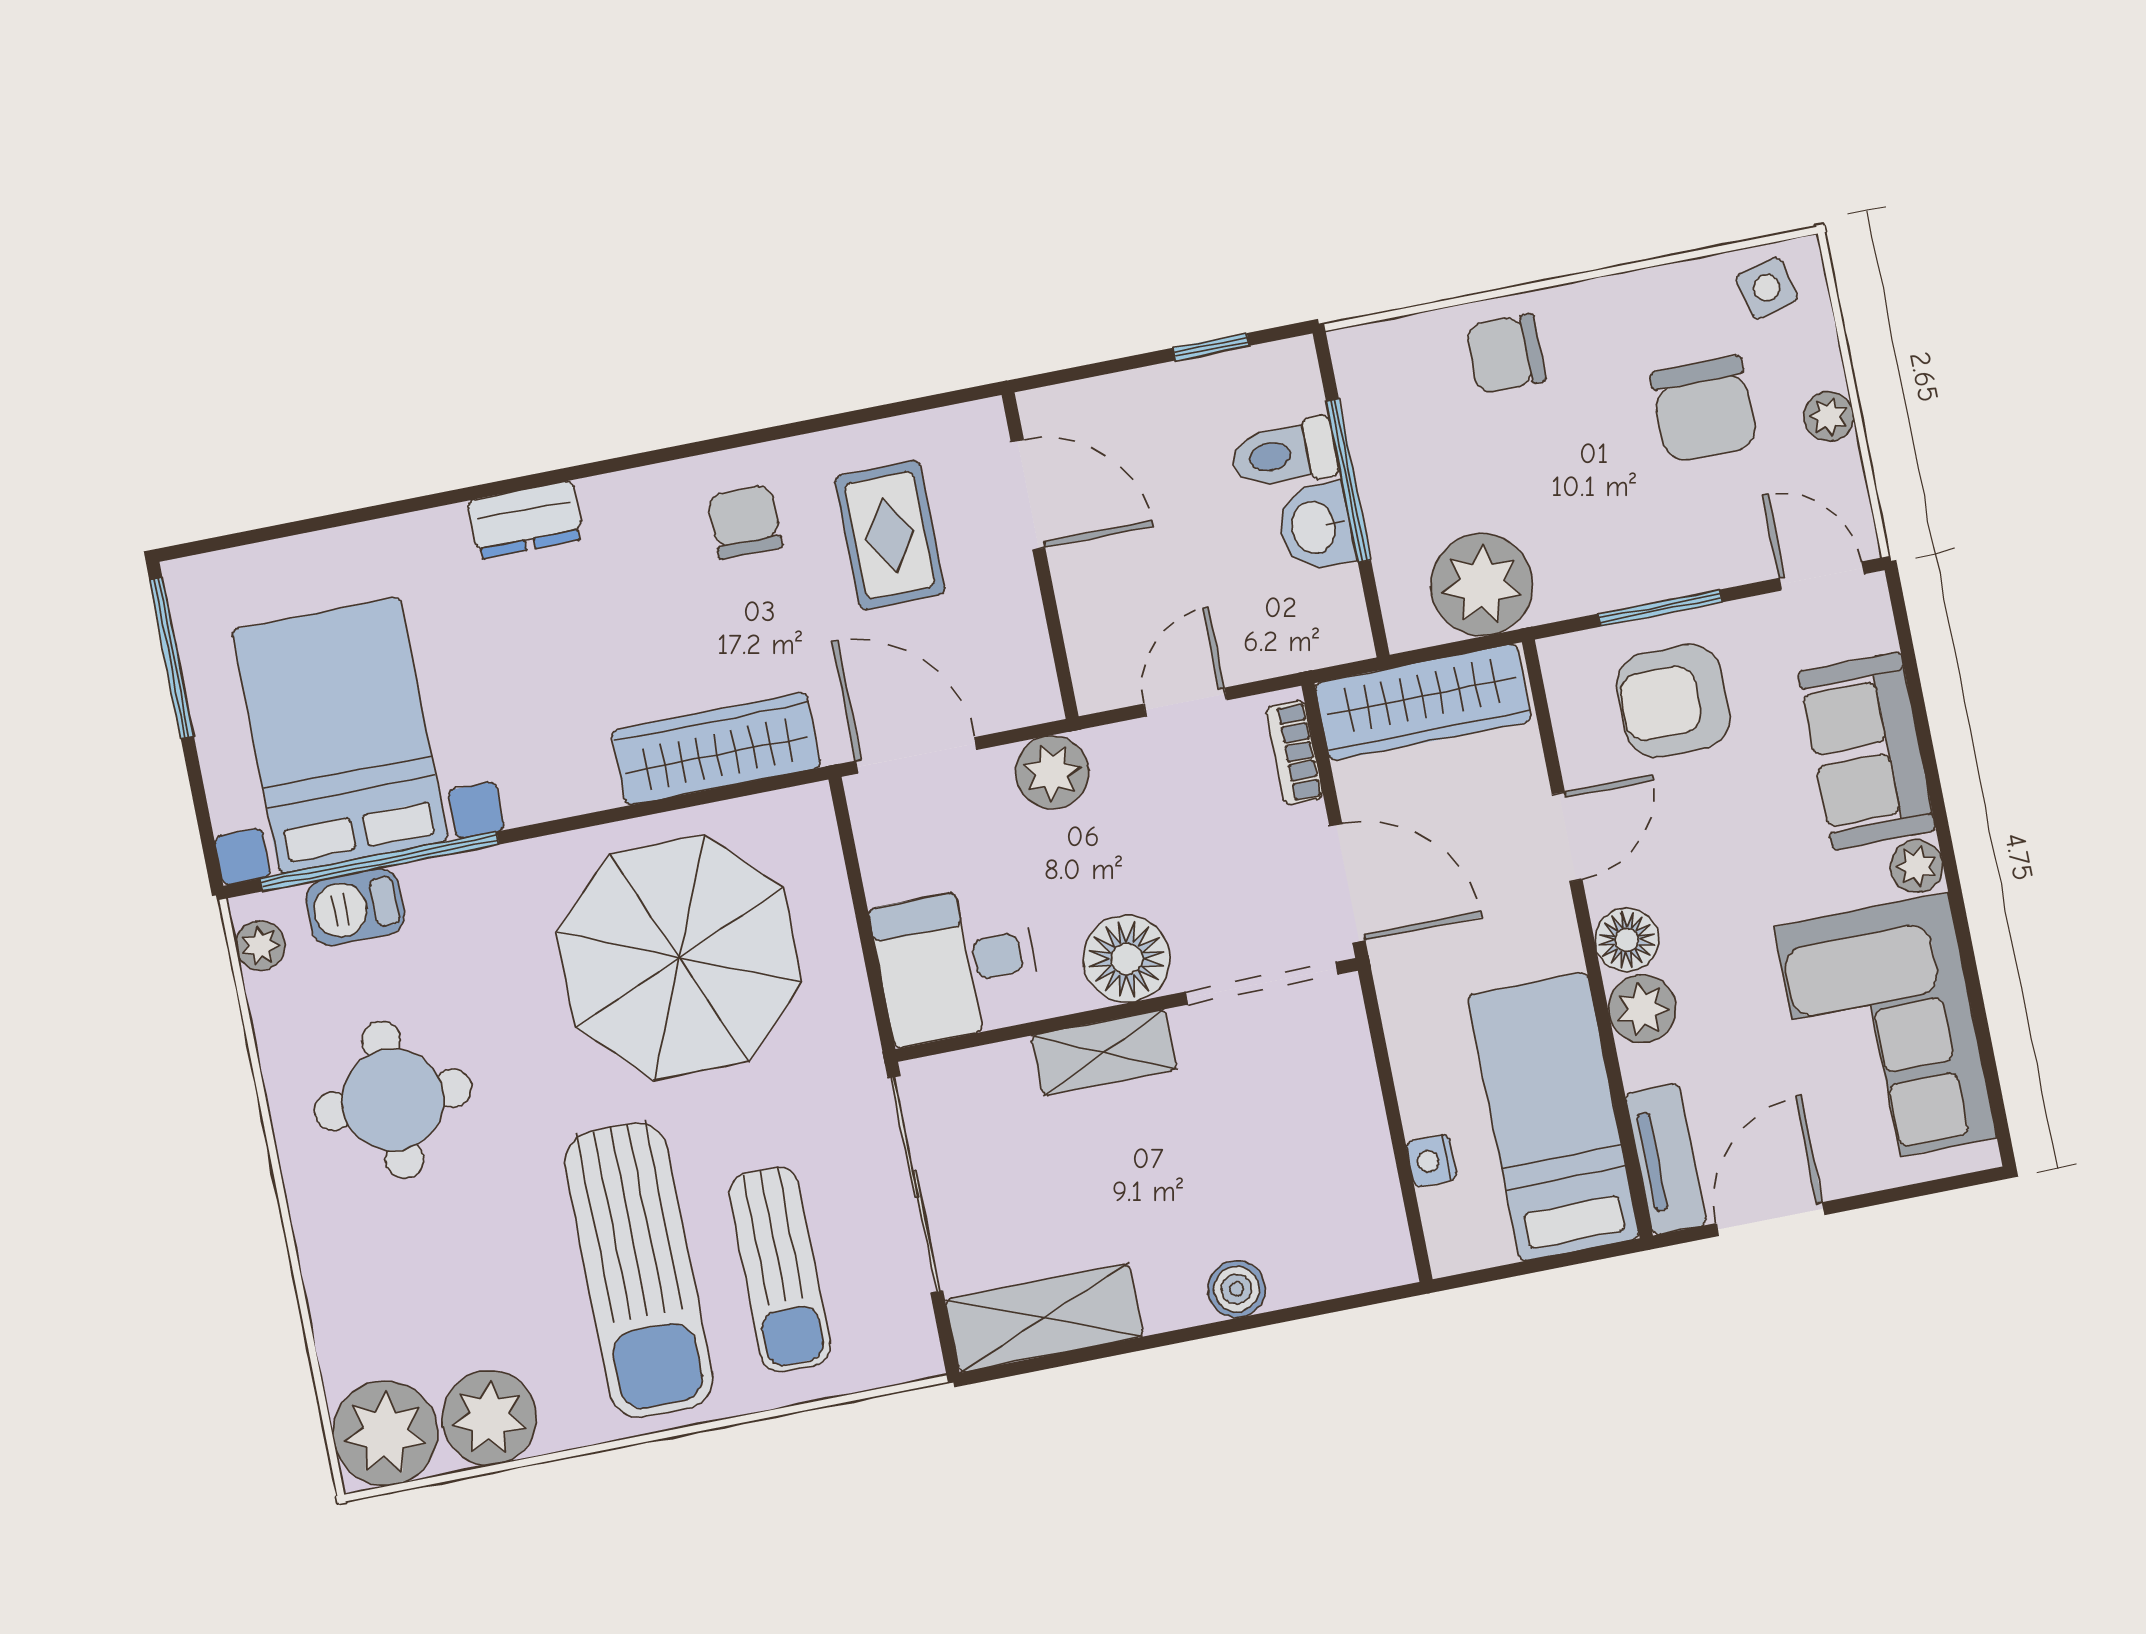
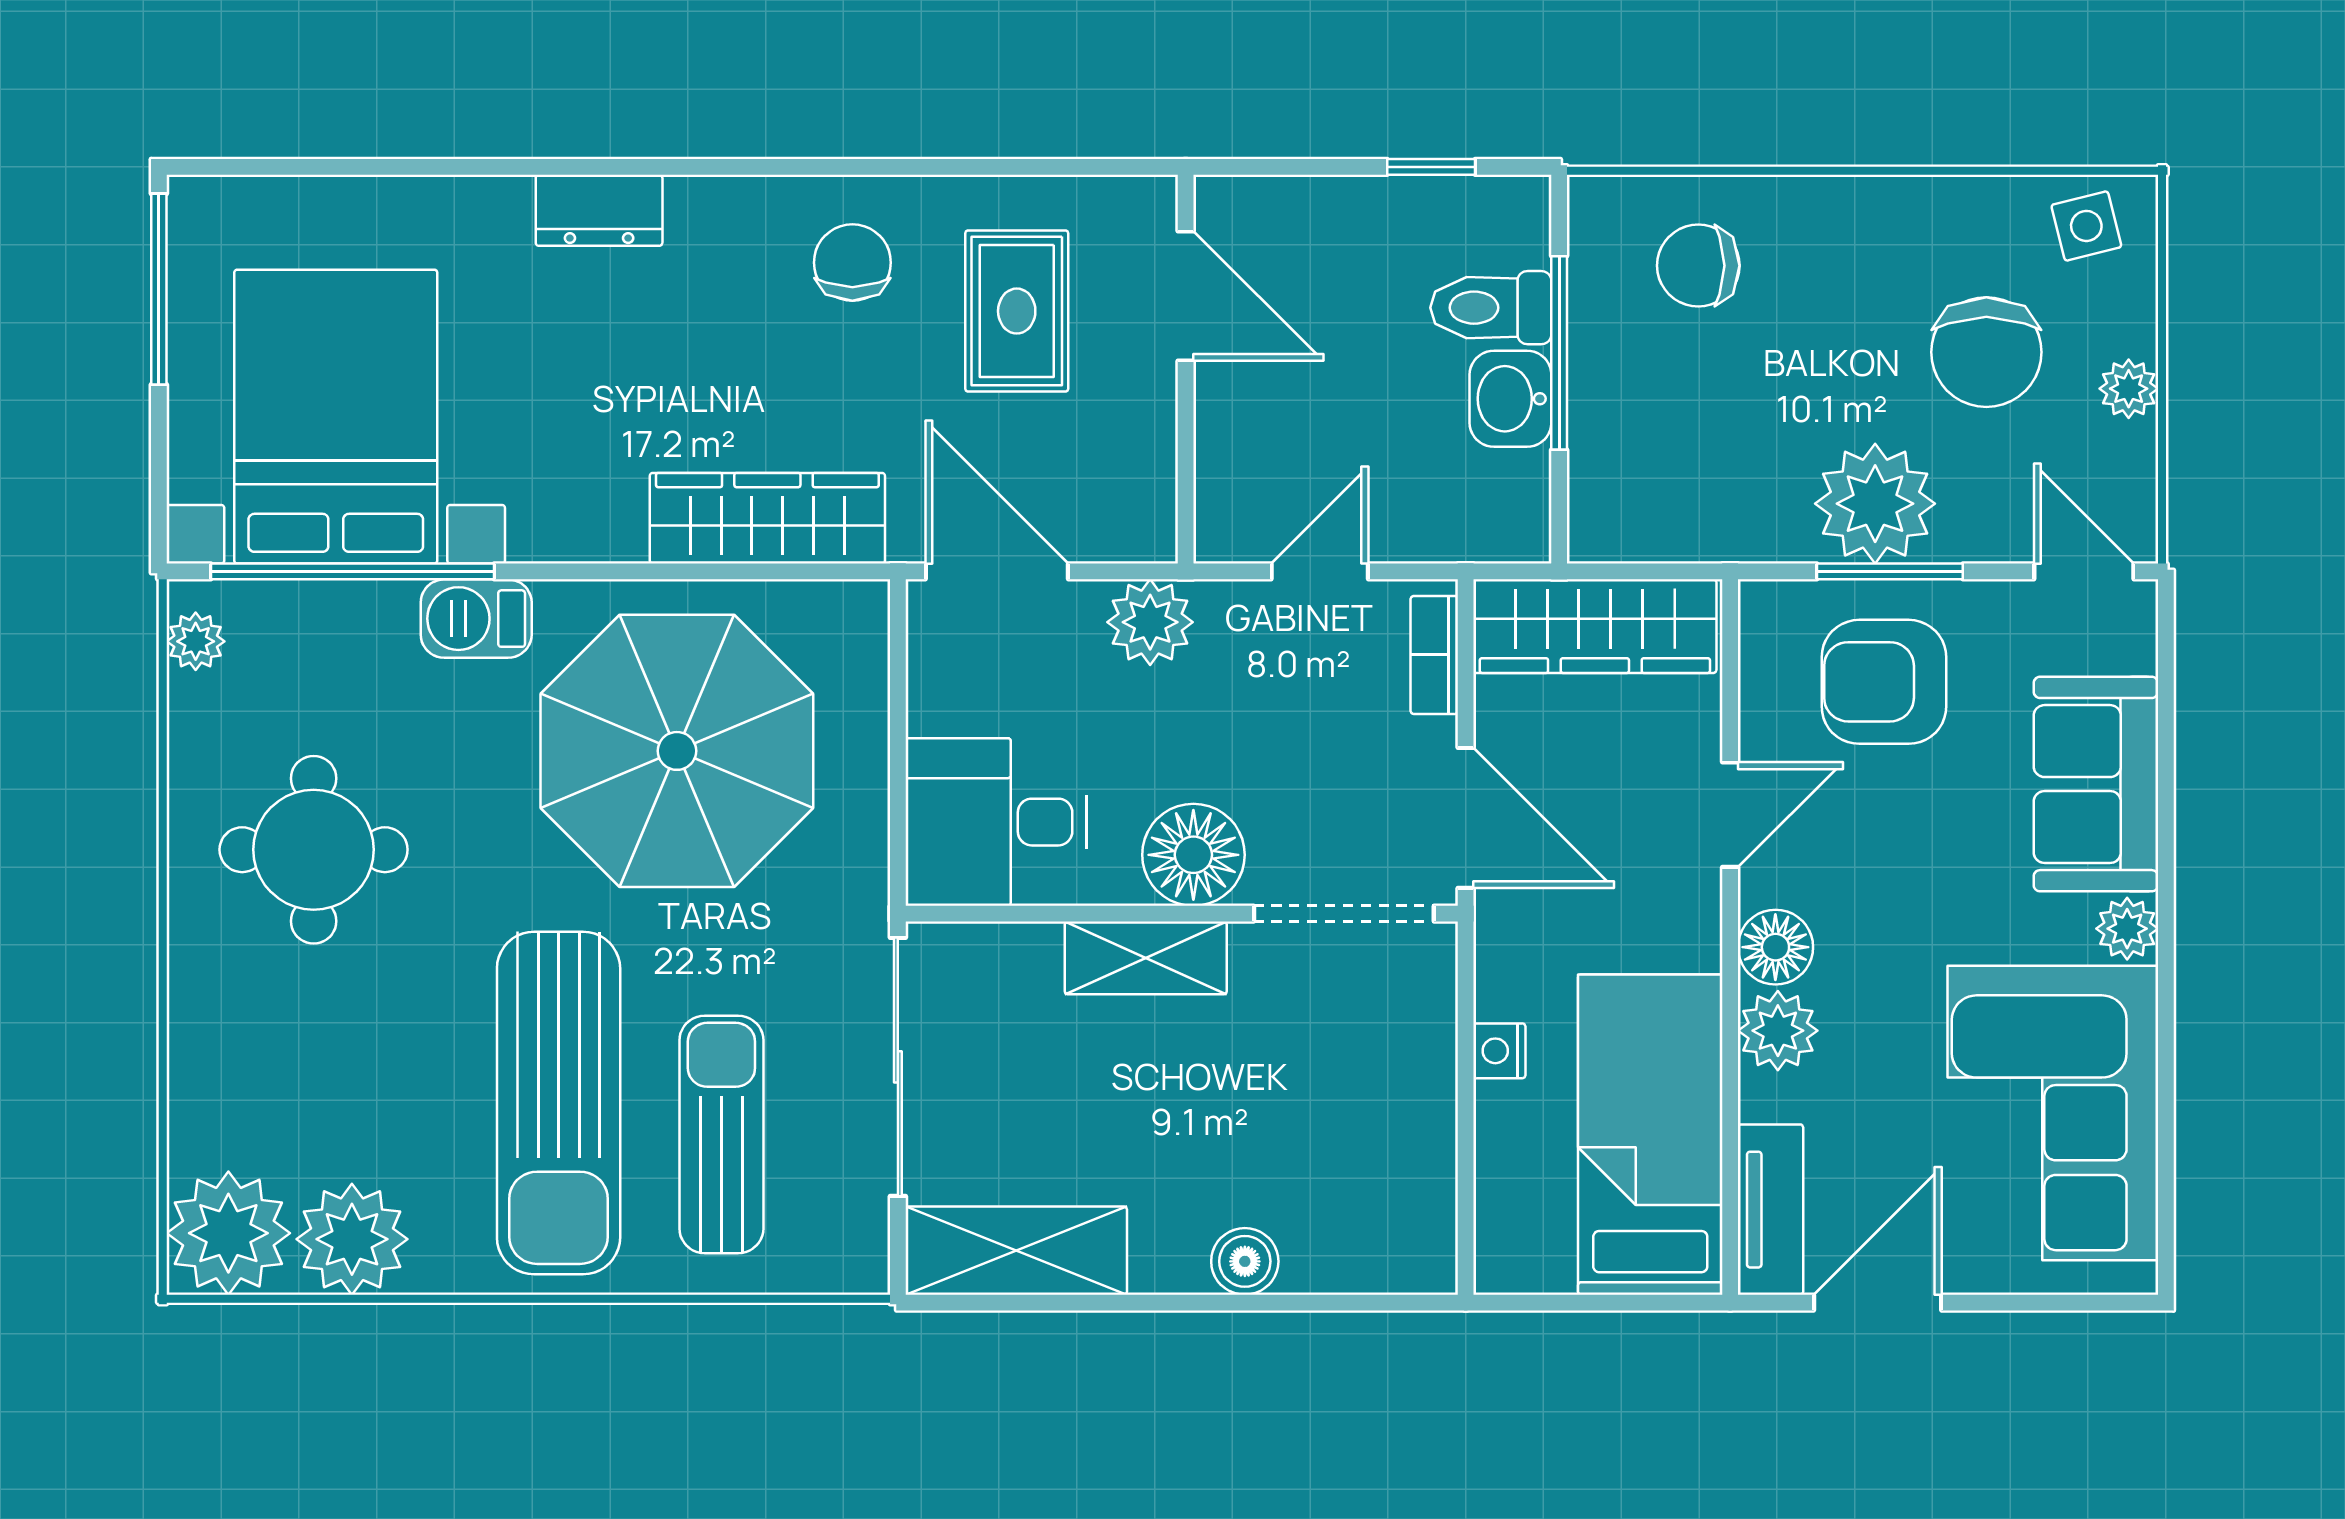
chair: (1506, 354) -> (1698, 266), moved
plant: (1482, 585) -> (1875, 504), moved
barbecue: (355, 907) -> (476, 619), moved
nightstand: (1431, 1161) -> (1499, 1051), moved
sun lounger: (780, 1270) -> (721, 1134), turned 180

